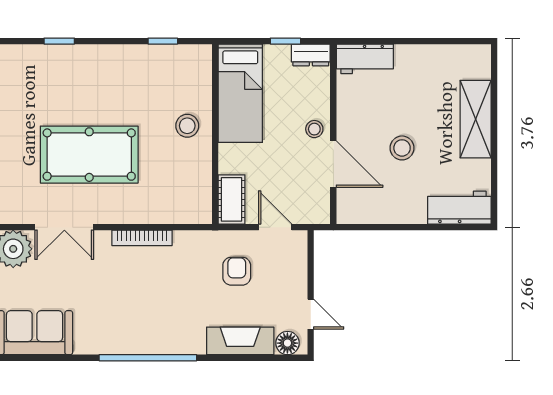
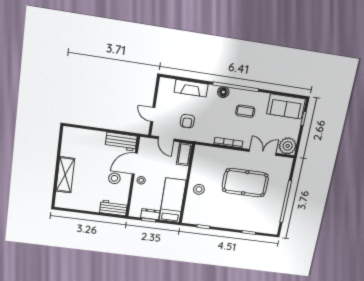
dresser: (311, 55) -> (150, 214), moved
stool: (402, 148) -> (114, 178), moved
door: (333, 164) -> (135, 164), hinge flipped
workbench: (459, 208) -> (121, 142), moved
coffee table: (119, 310) -> (245, 111), added
door: (311, 314) -> (153, 115), moved
floor lamp: (287, 343) -> (223, 92), moved

